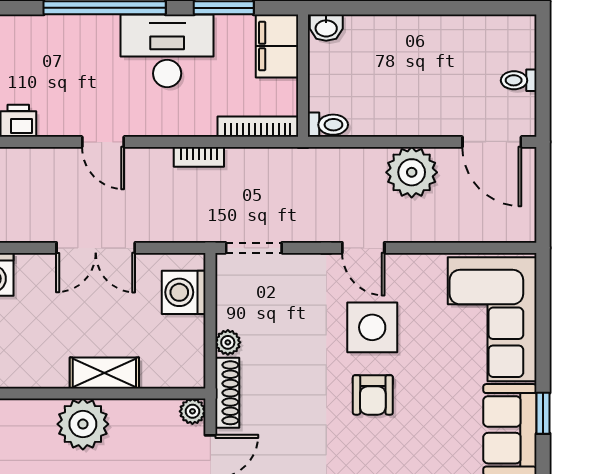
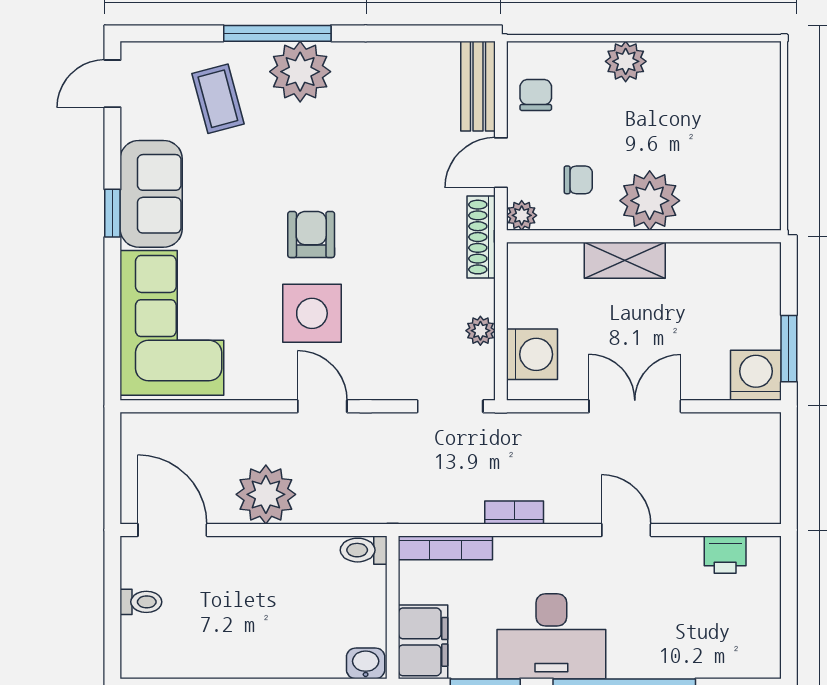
plant: (228, 342) -> (480, 331), moved
chair: (144, 442) -> (578, 180), added

